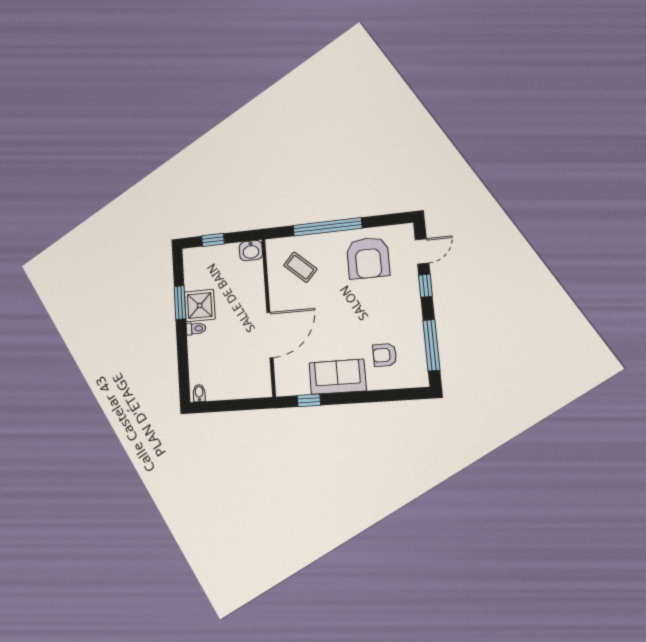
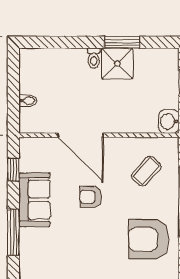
armchair: (385, 355) -> (90, 197), moved, turned -90
bidet: (199, 393) -> (28, 101), moved
window: (373, 396) -> (13, 232), added

